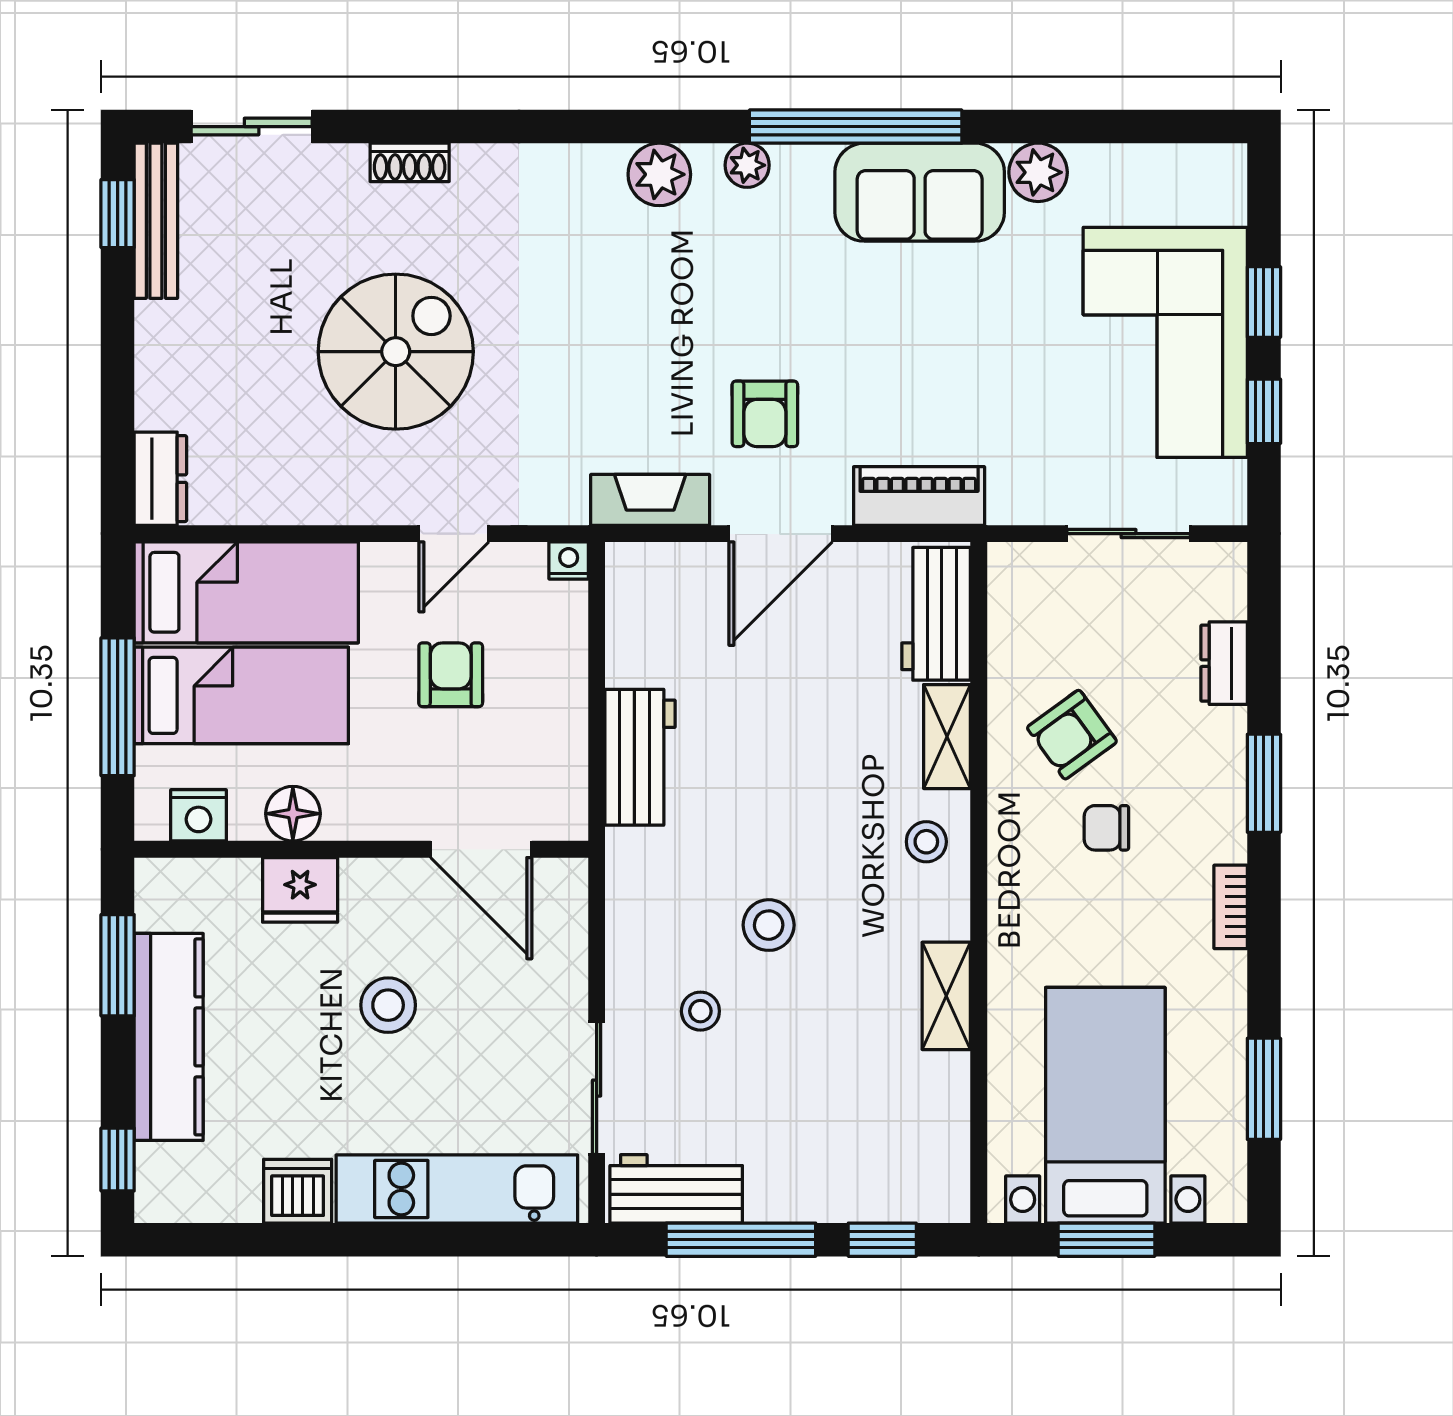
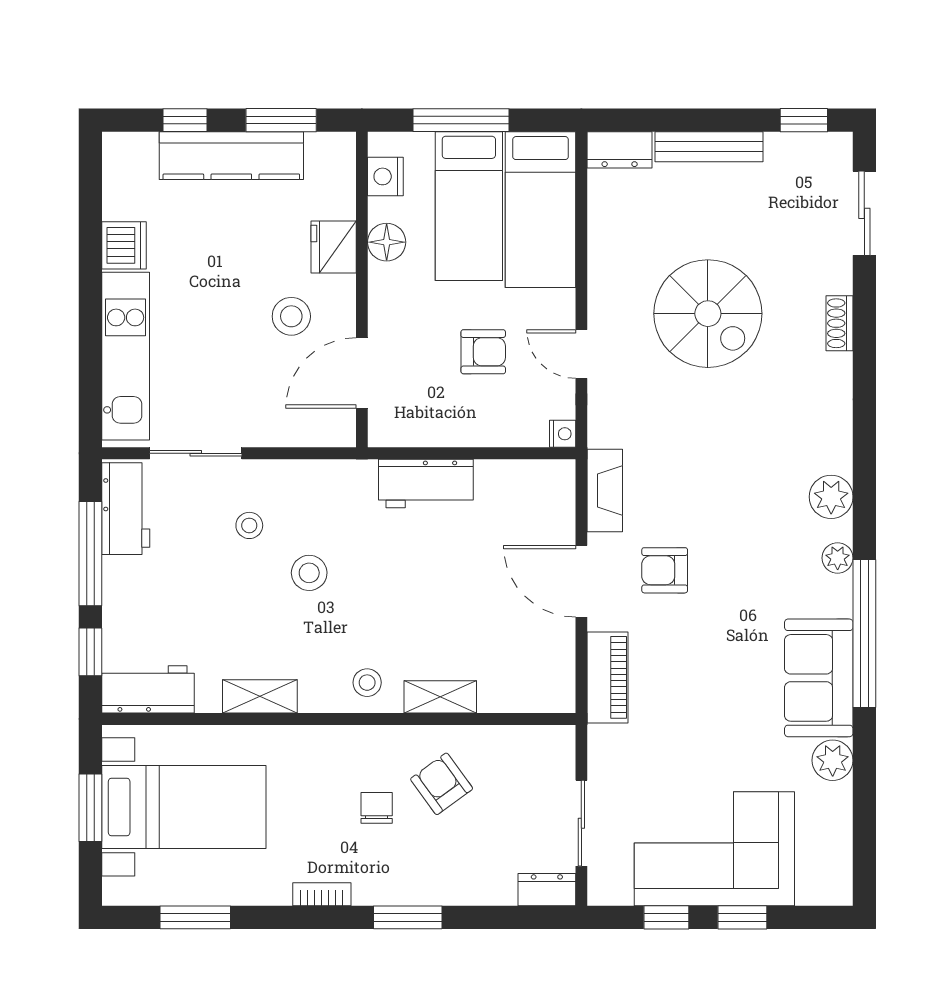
bench: (156, 221) -> (709, 147), moved
workbench: (936, 614) -> (148, 689), moved
dresser: (1224, 663) -> (547, 890), moved
stool: (388, 1005) -> (291, 316), moved
window: (118, 1159) -> (185, 120), moved

